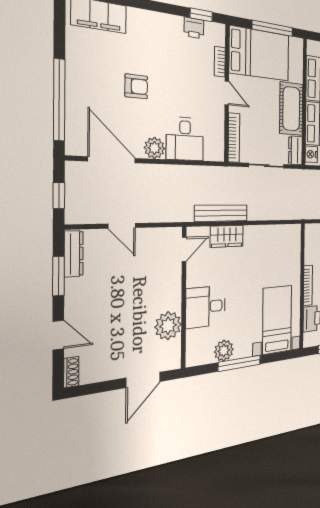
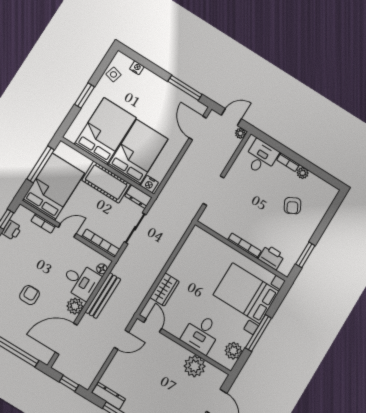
floor lamp: (210, 155) -> (102, 269), added
bench: (221, 213) -> (103, 296), moved
door: (122, 226) -> (122, 340), moved
bed with nightstands: (277, 320) -> (246, 293), width x1.36
plant: (224, 351) -> (233, 351), moved

